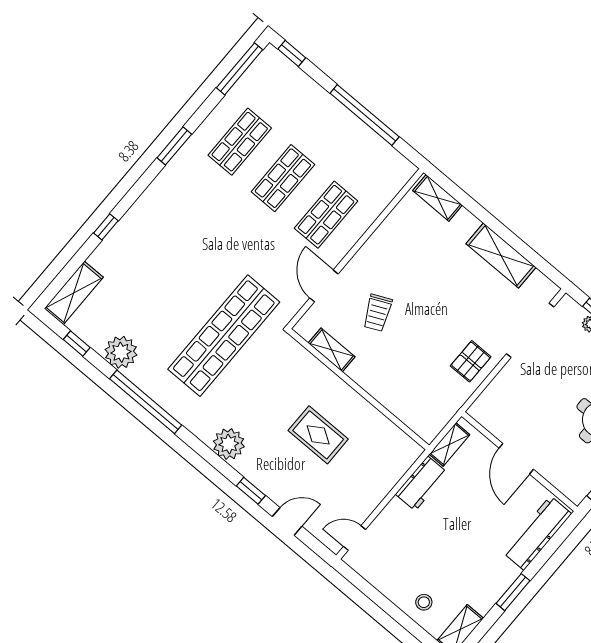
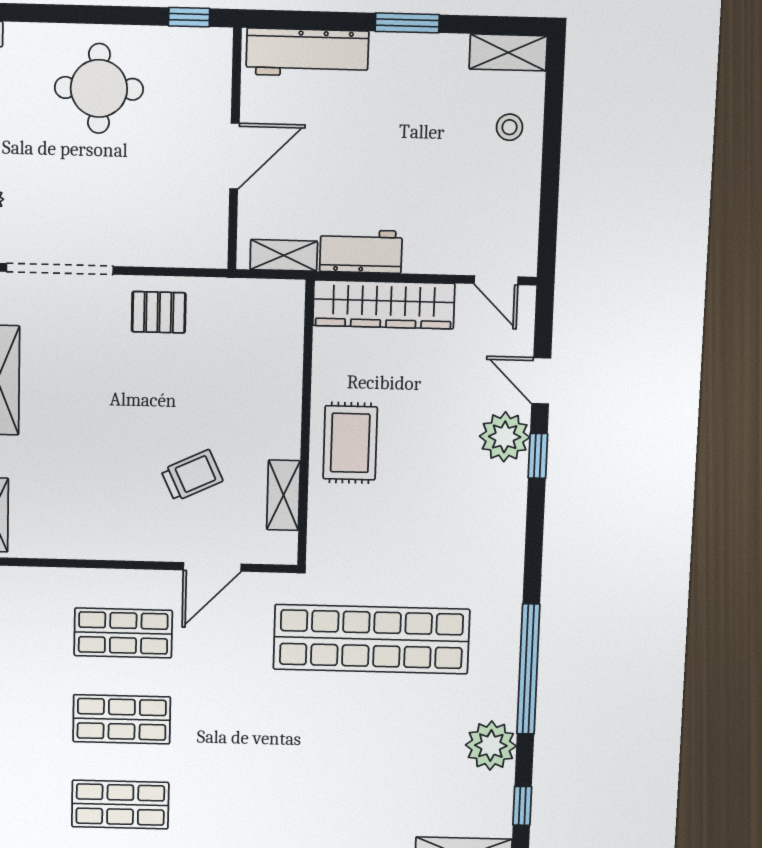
rug: (318, 435) -> (350, 443), moved
plant: (229, 444) -> (505, 437), moved
wardrobe: (387, 474) -> (384, 304), added

